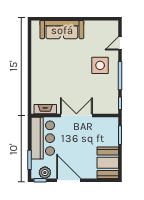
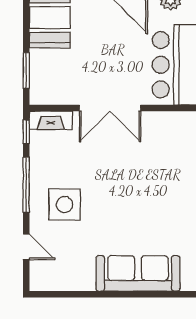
door: (120, 43) -> (26, 247), hinge flipped
fireplace: (45, 109) -> (51, 120), moved

